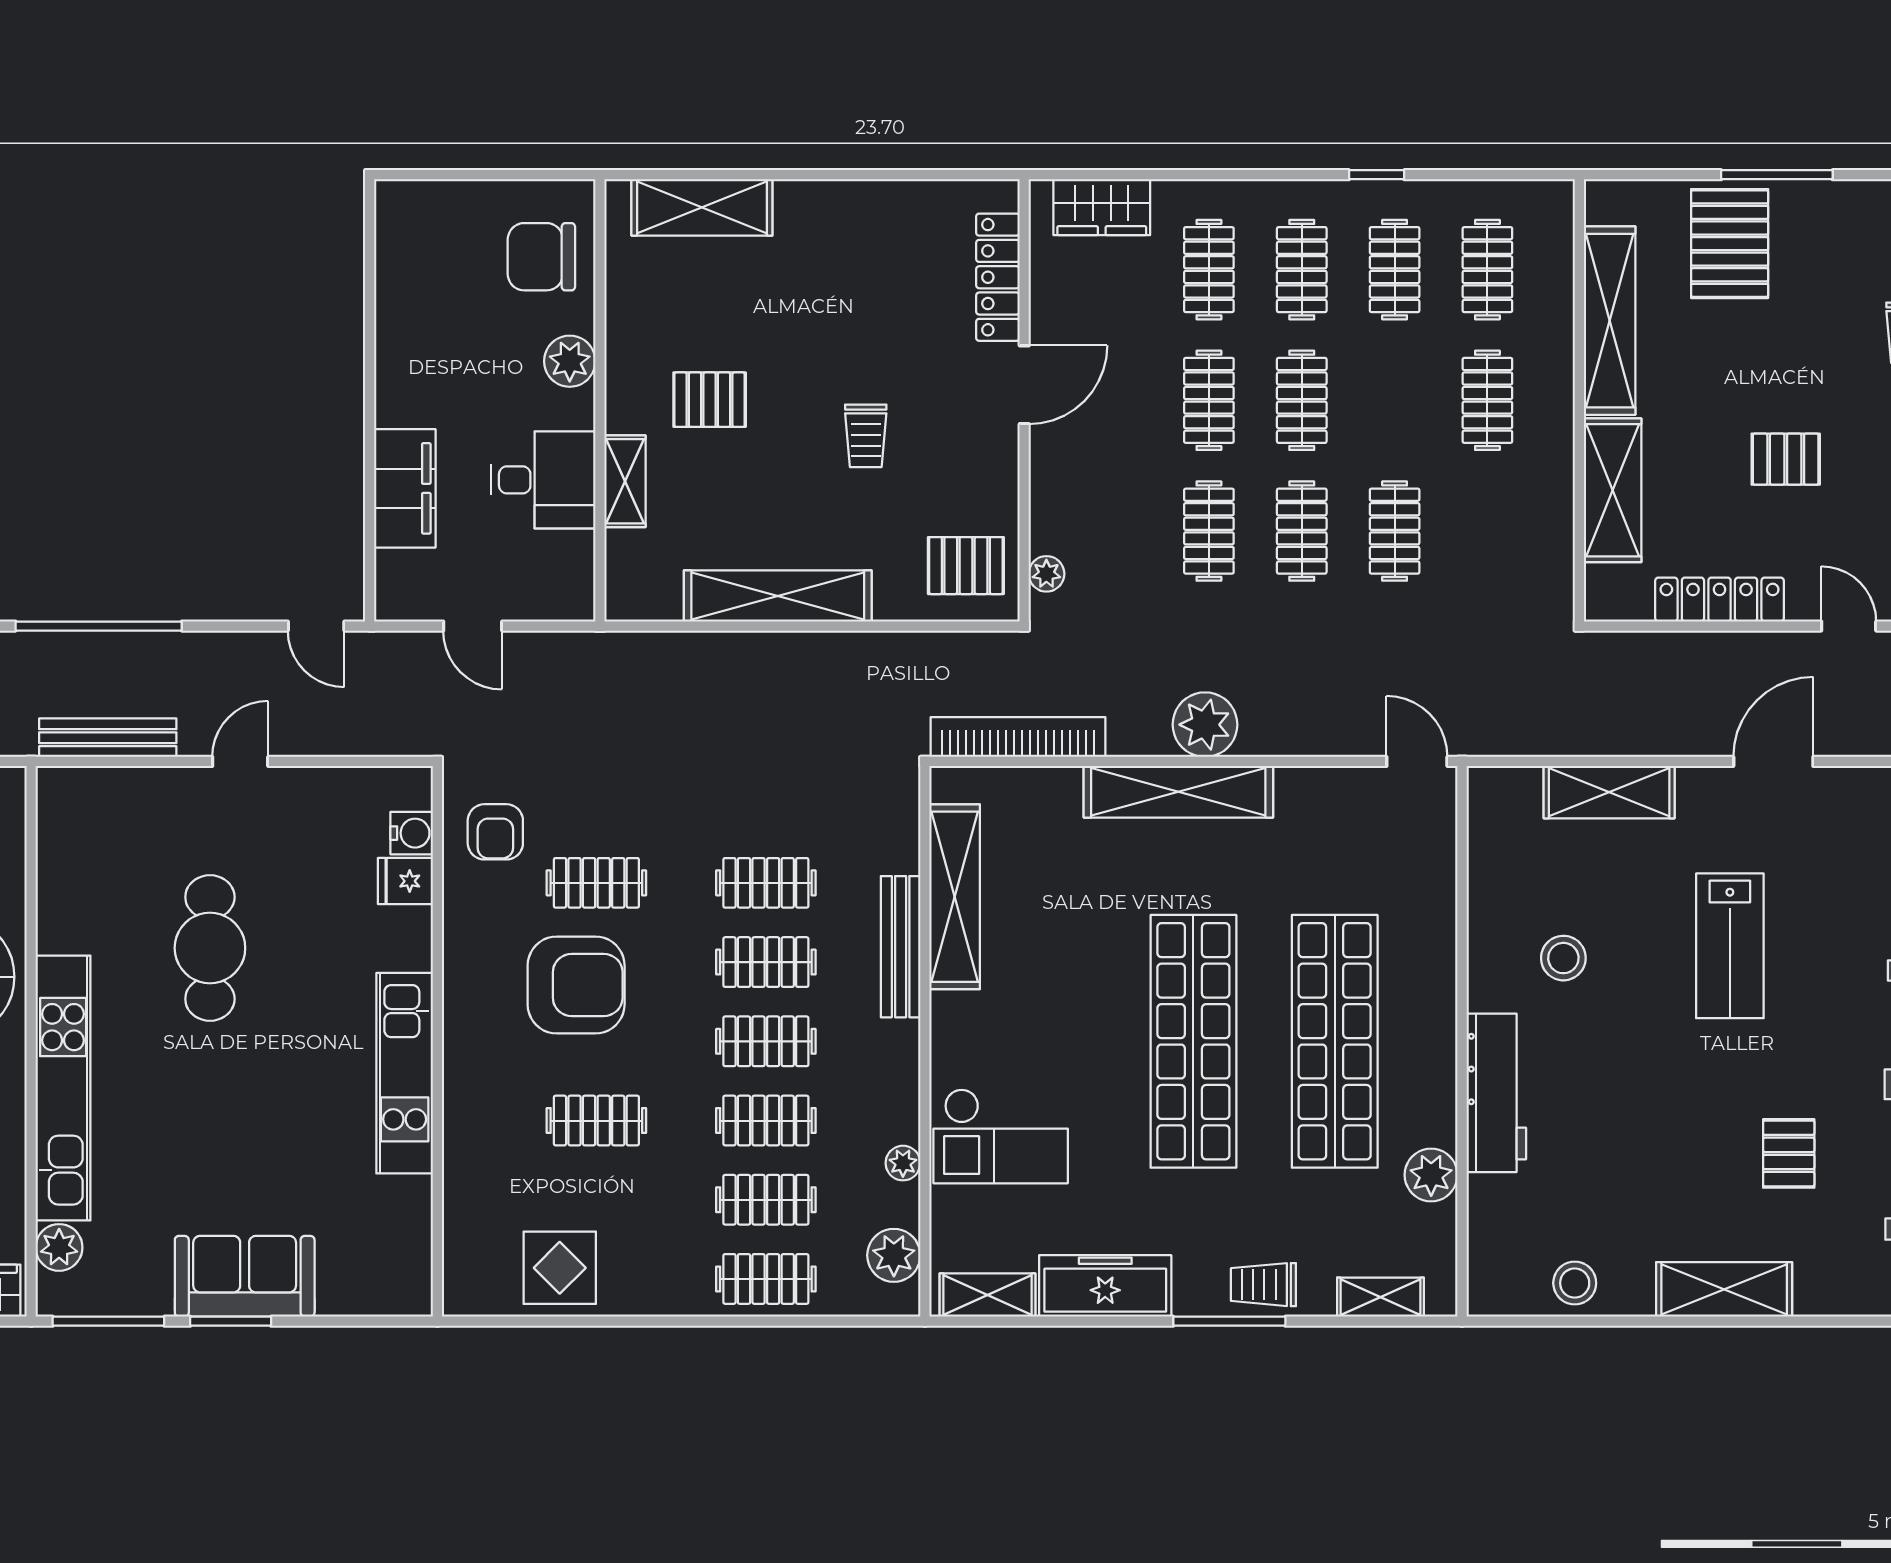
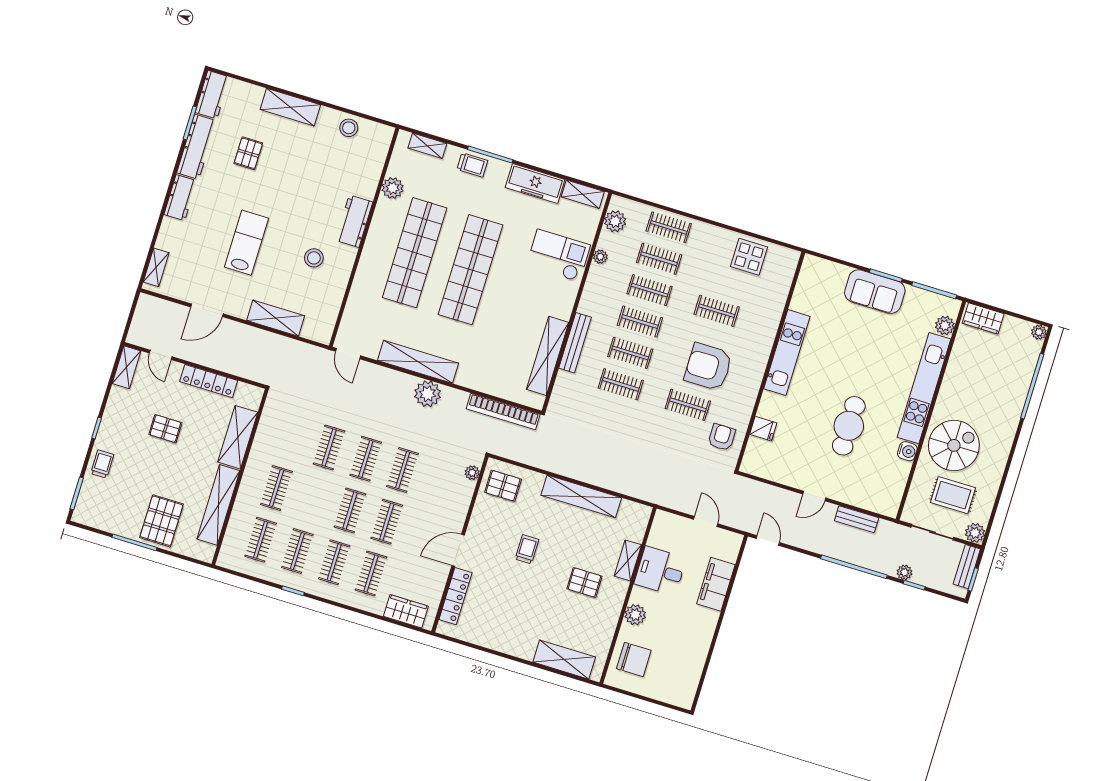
bench: (108, 738) -> (857, 519), width x0.73
shelving: (1178, 792) -> (418, 362), moved
water cooler: (412, 833) -> (907, 451), moved, turned 180
workbench: (1496, 1093) -> (354, 221), width x0.73

